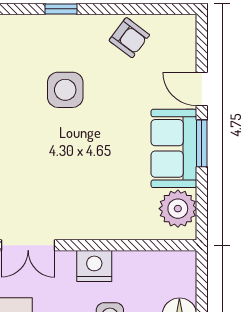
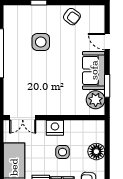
window: (202, 143) -> (107, 86), moved

